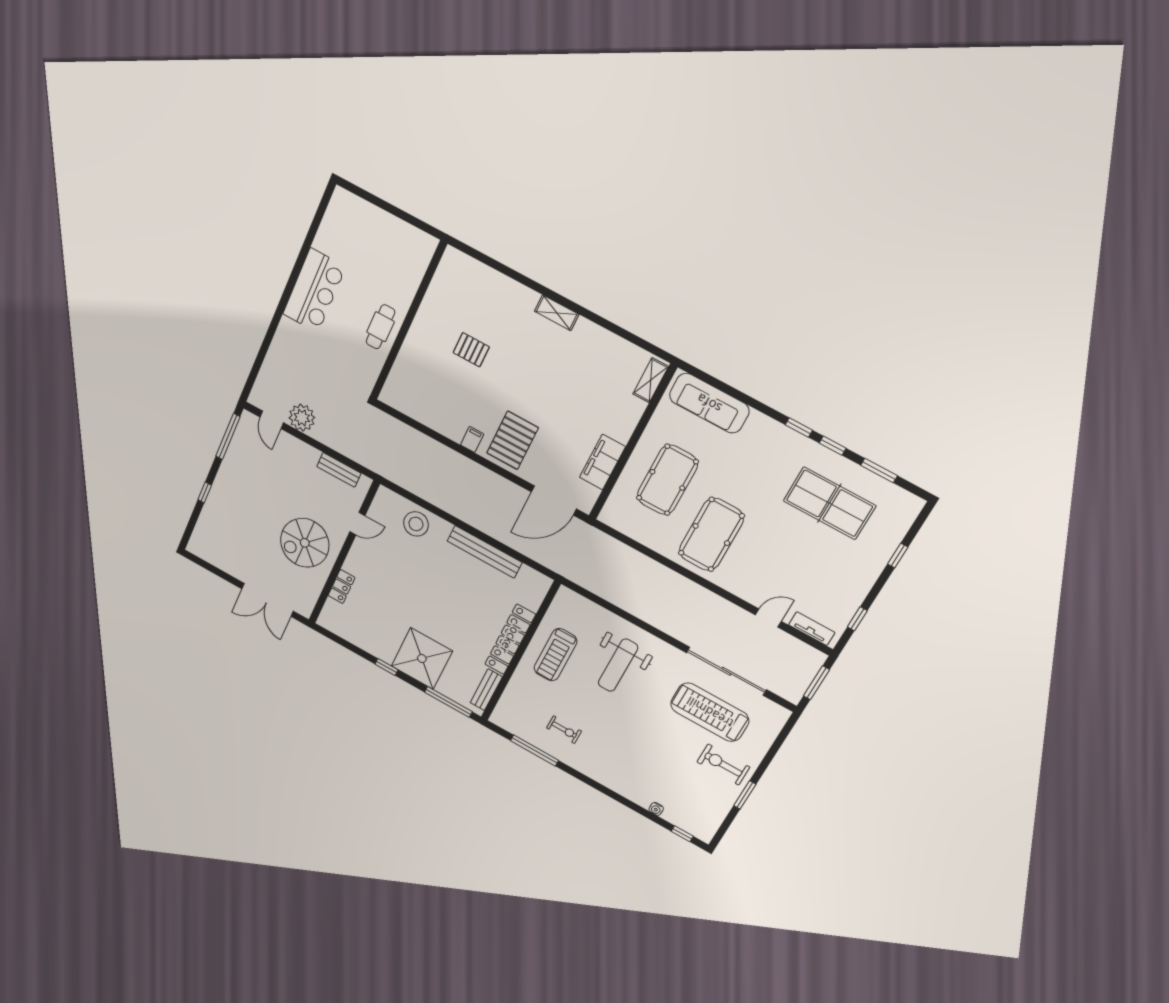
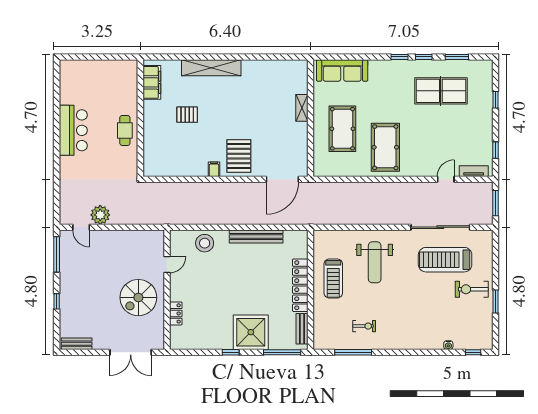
shelving: (557, 313) -> (211, 68), width x2.20, depth x1.33
shelving: (651, 380) -> (302, 108), moved
filing cabinet: (602, 462) -> (152, 82), moved, turned 180
bench: (339, 470) -> (77, 344), moved

